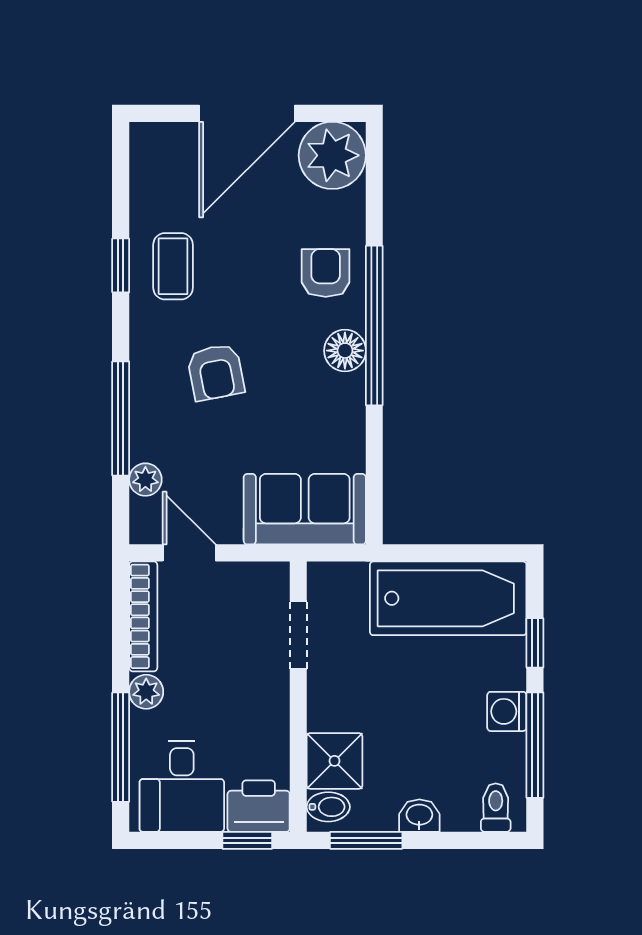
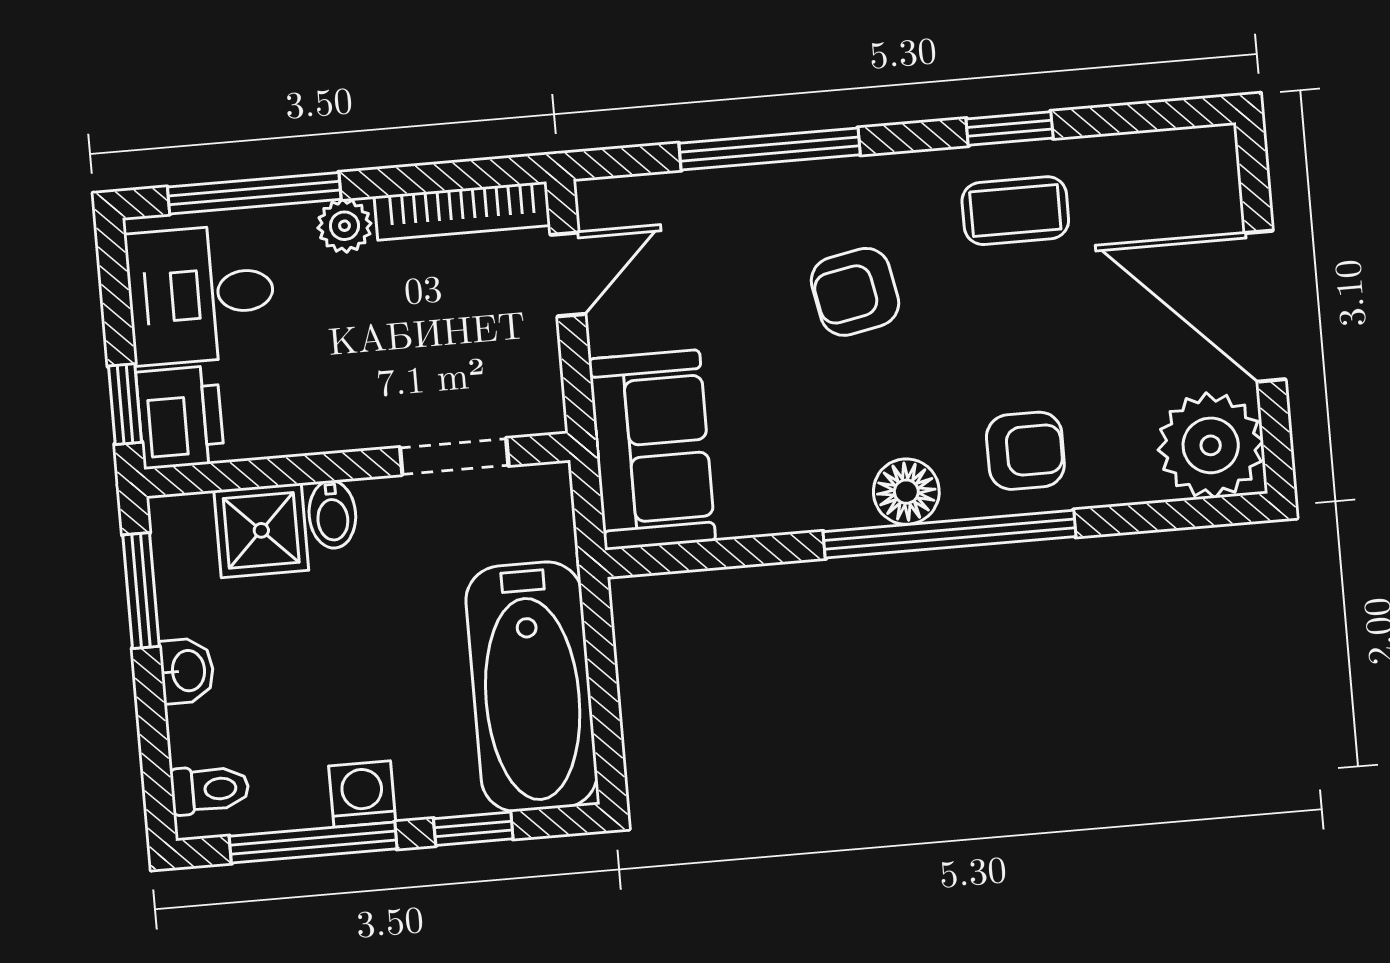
plant: (145, 480) -> (677, 196), removed
bidet: (328, 807) -> (332, 514), moved

